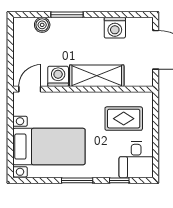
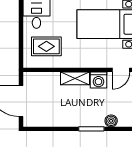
washing machine: (115, 28) -> (53, 119), removed
shelving: (97, 76) -> (75, 78), width x0.67, depth x0.75

